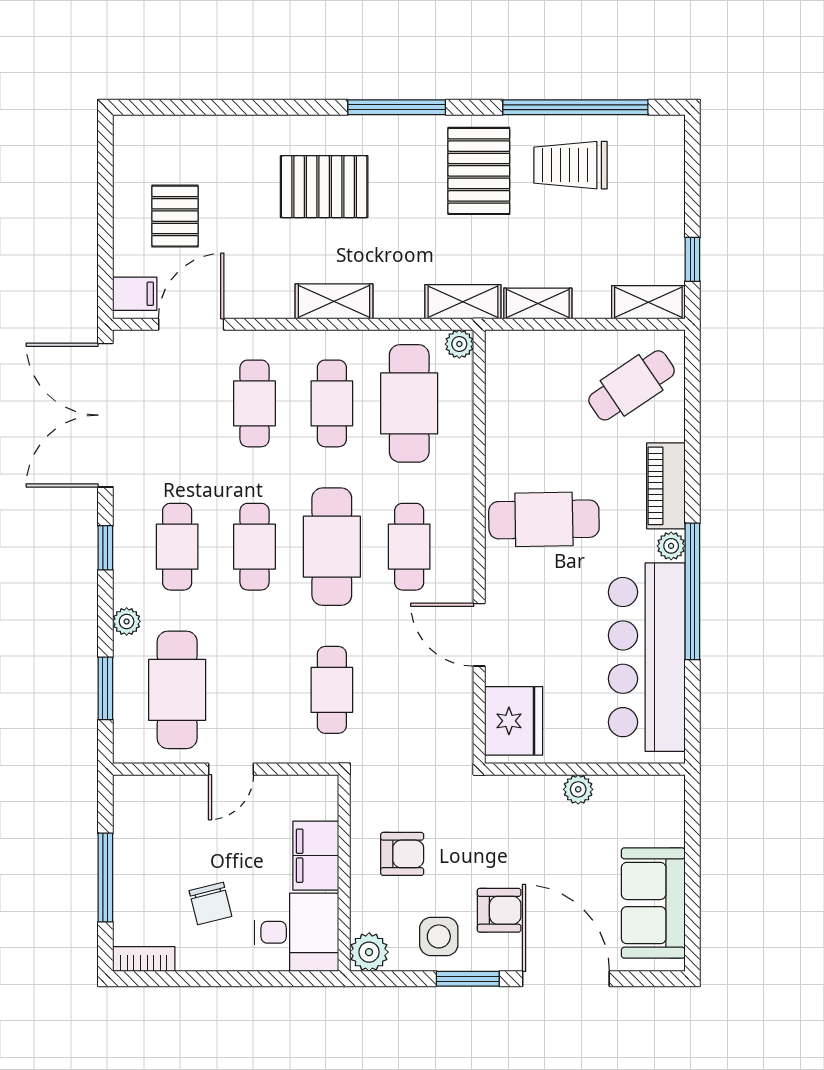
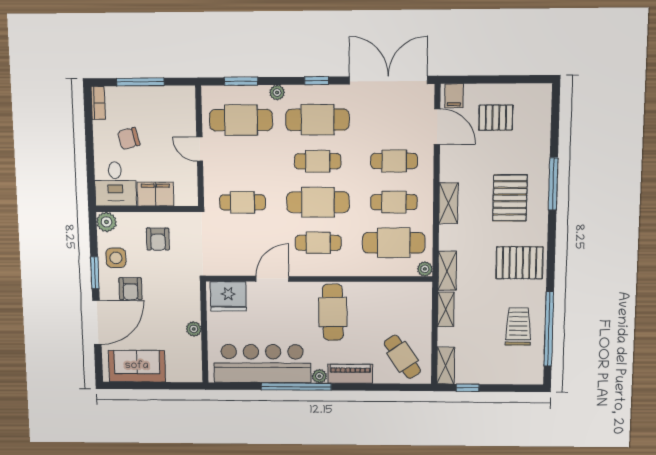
window: (397, 107) -> (553, 184), moved
pallet: (479, 171) -> (519, 263), moved
cafe table: (177, 547) -> (317, 120), width x1.37, depth x1.35

